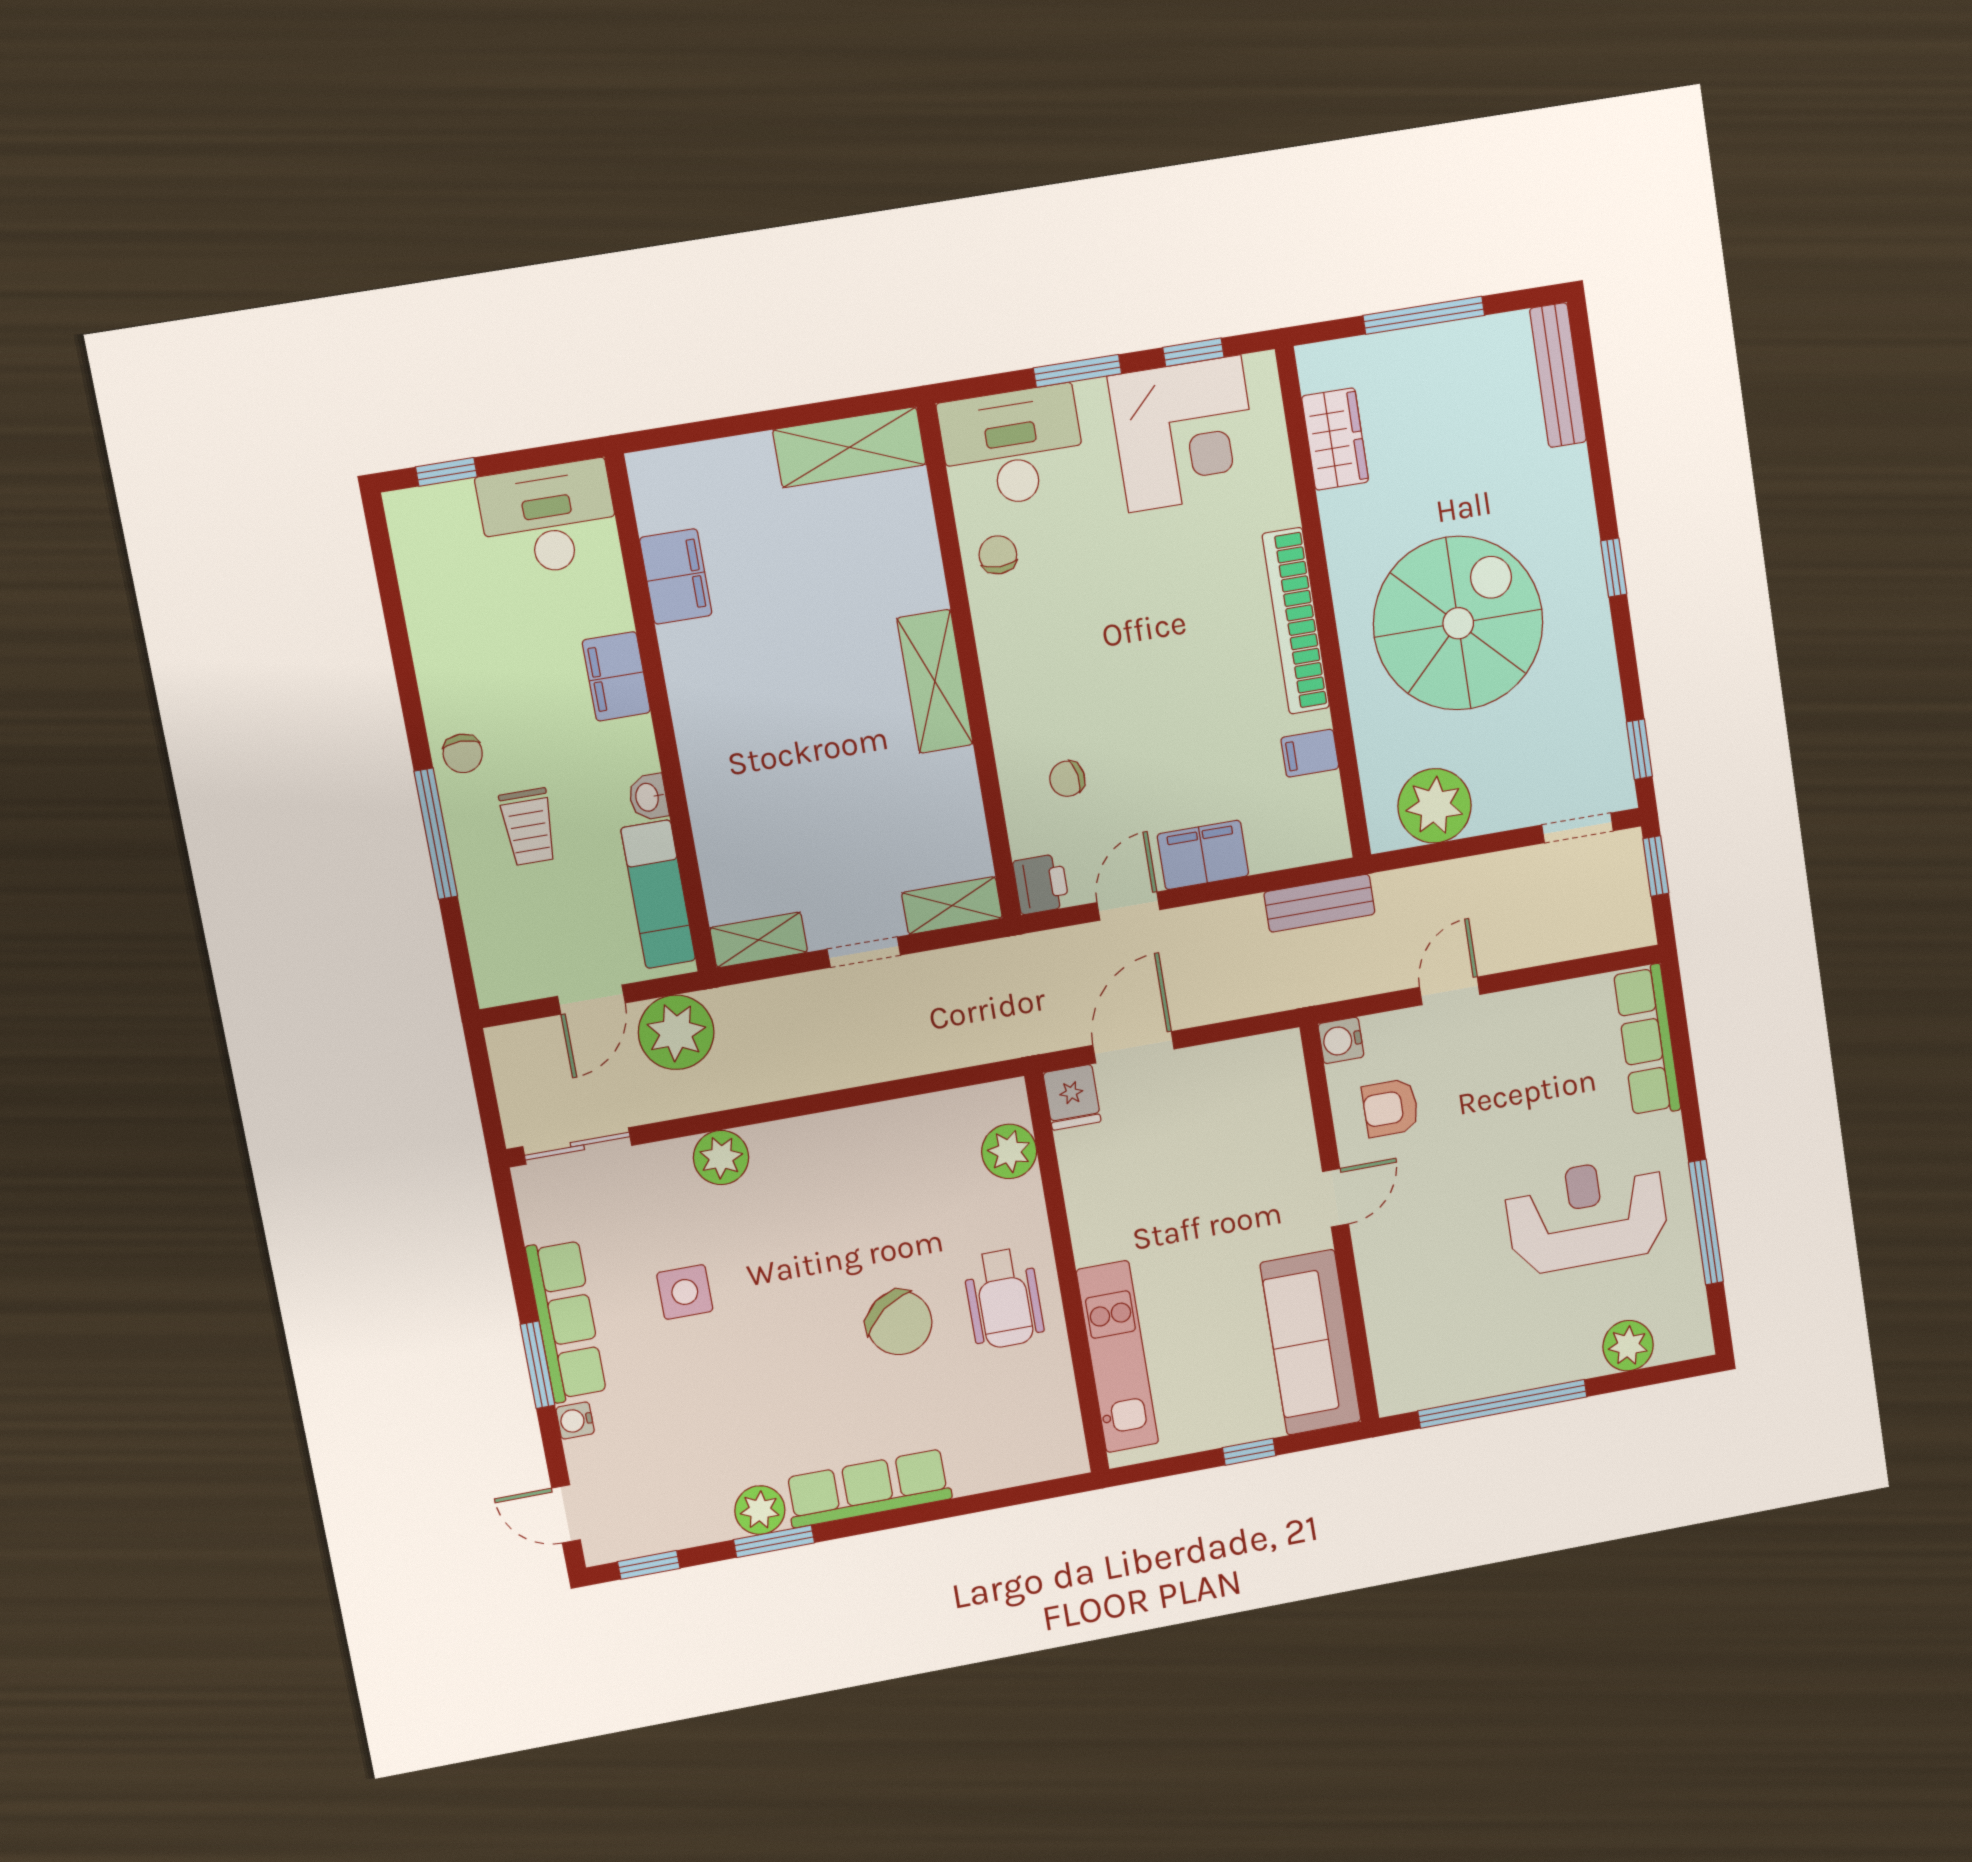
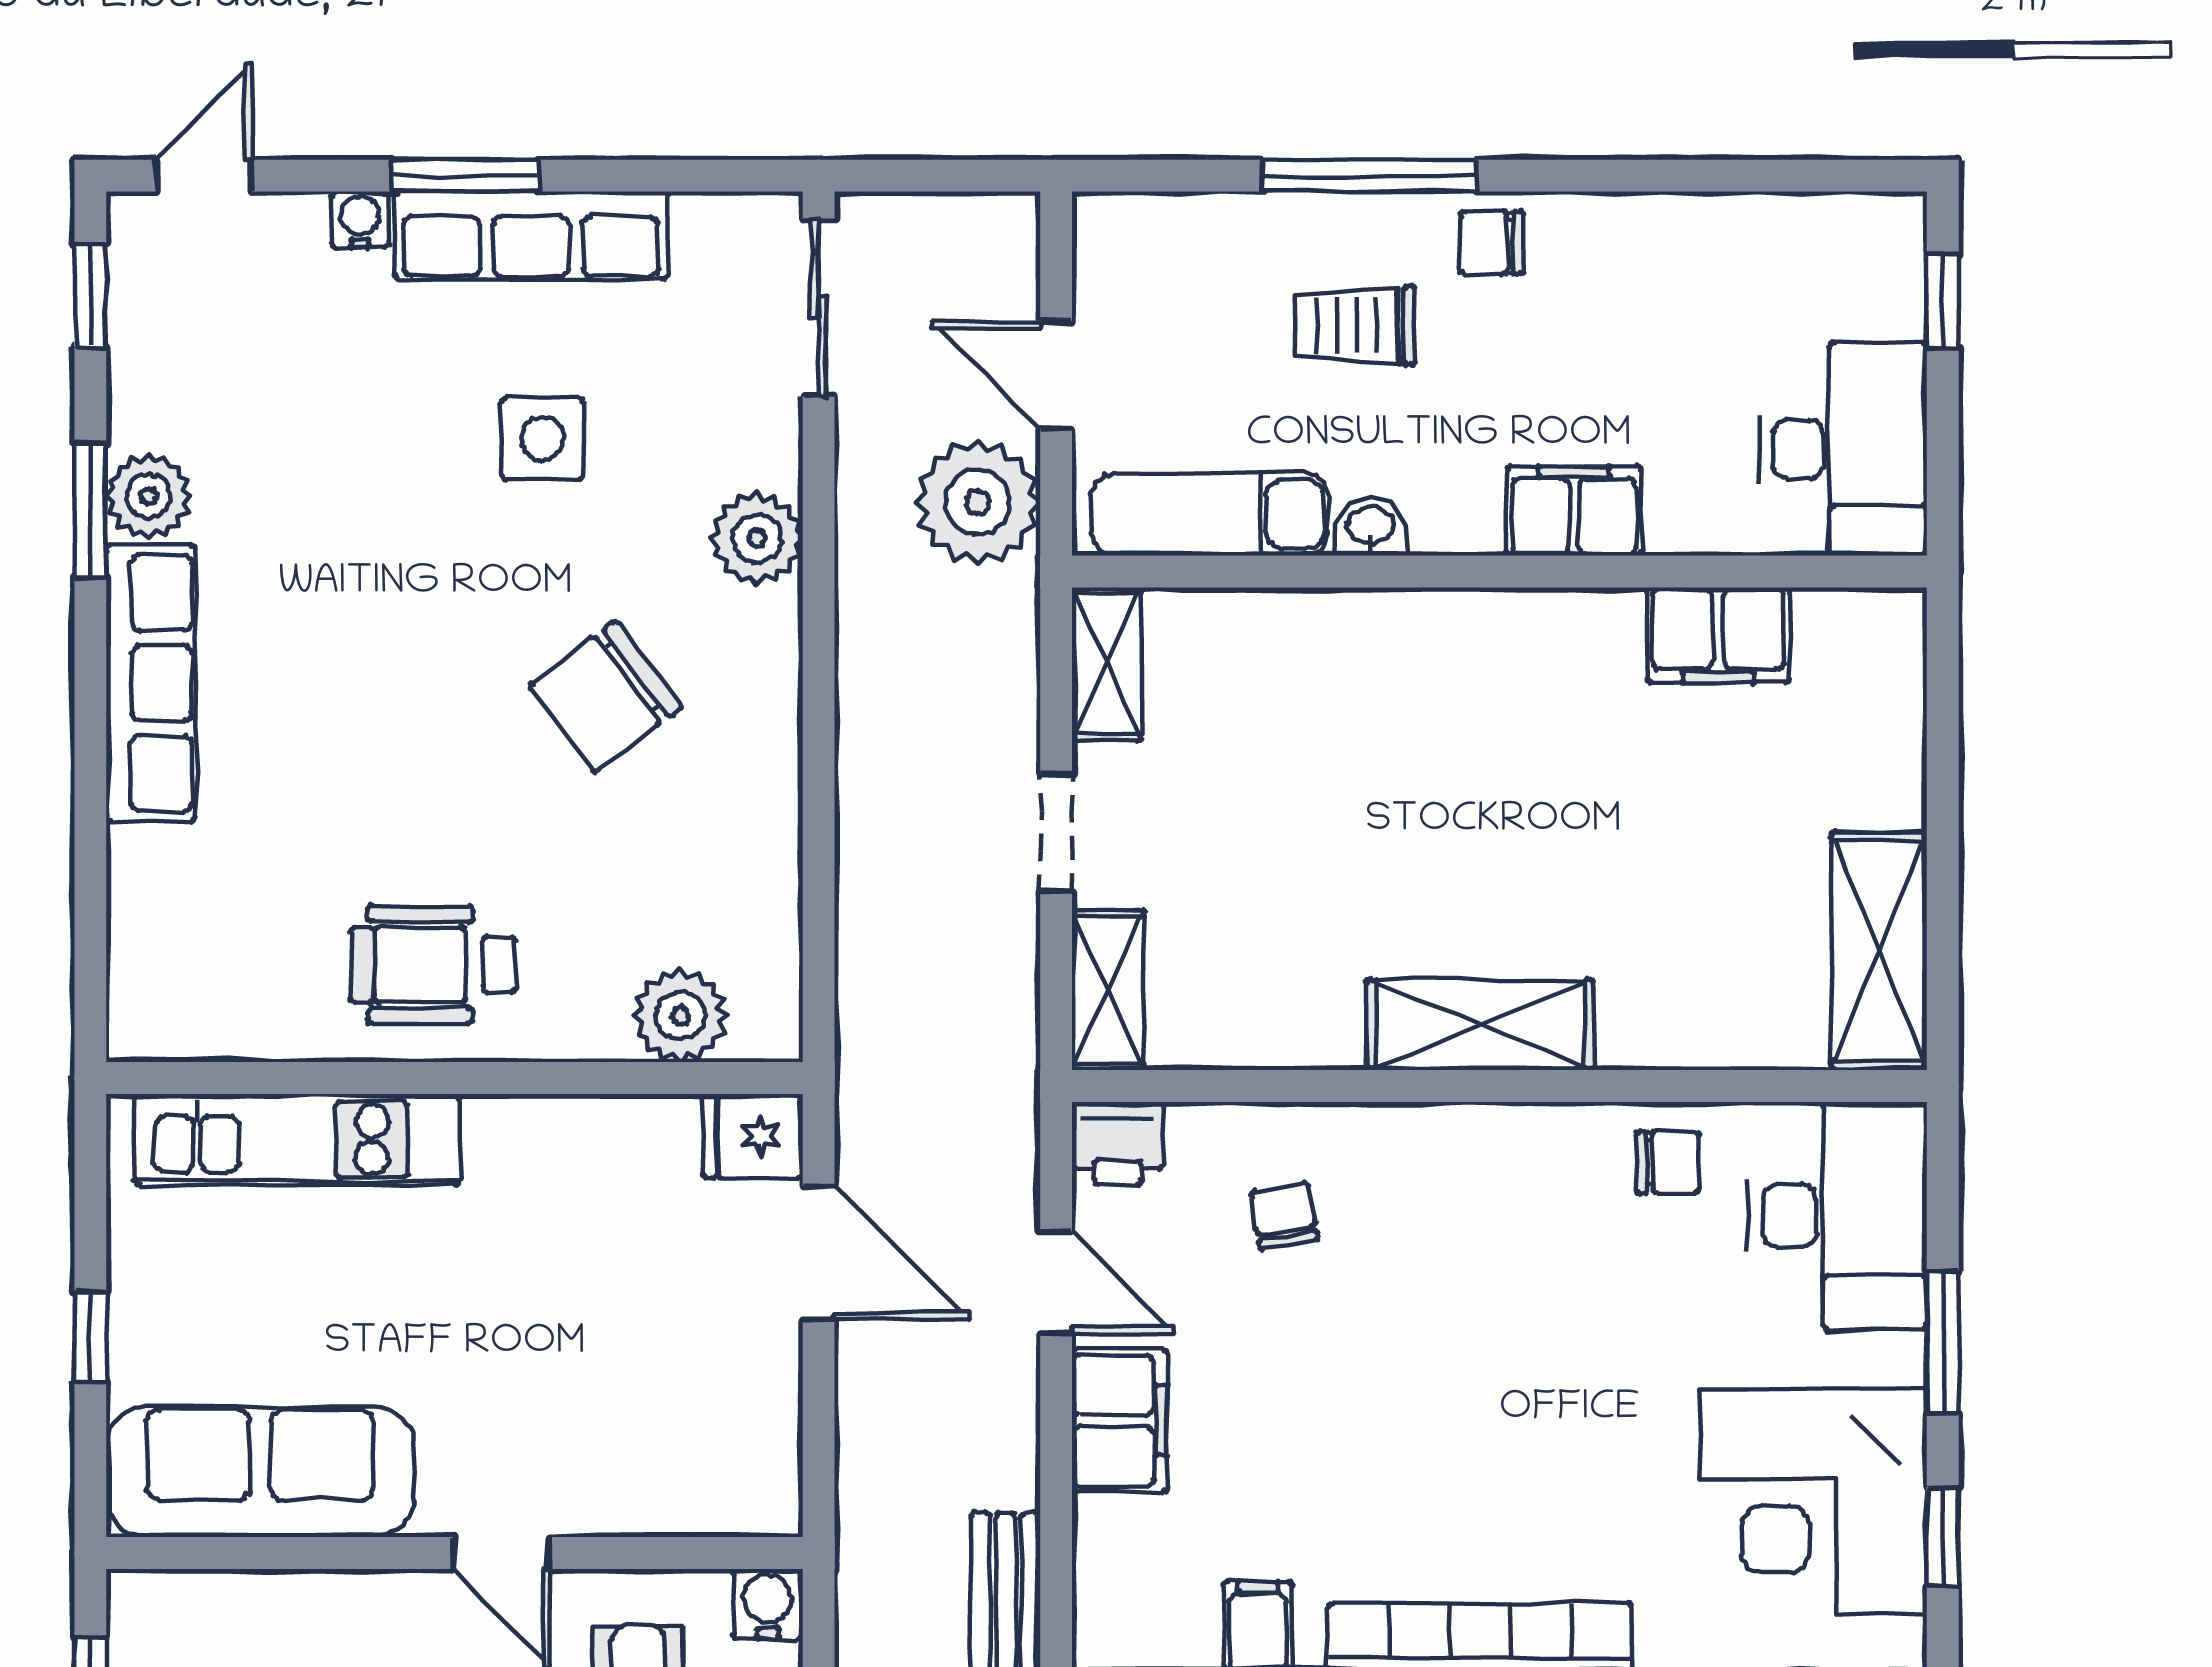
chair: (899, 1323) -> (605, 696), moved

